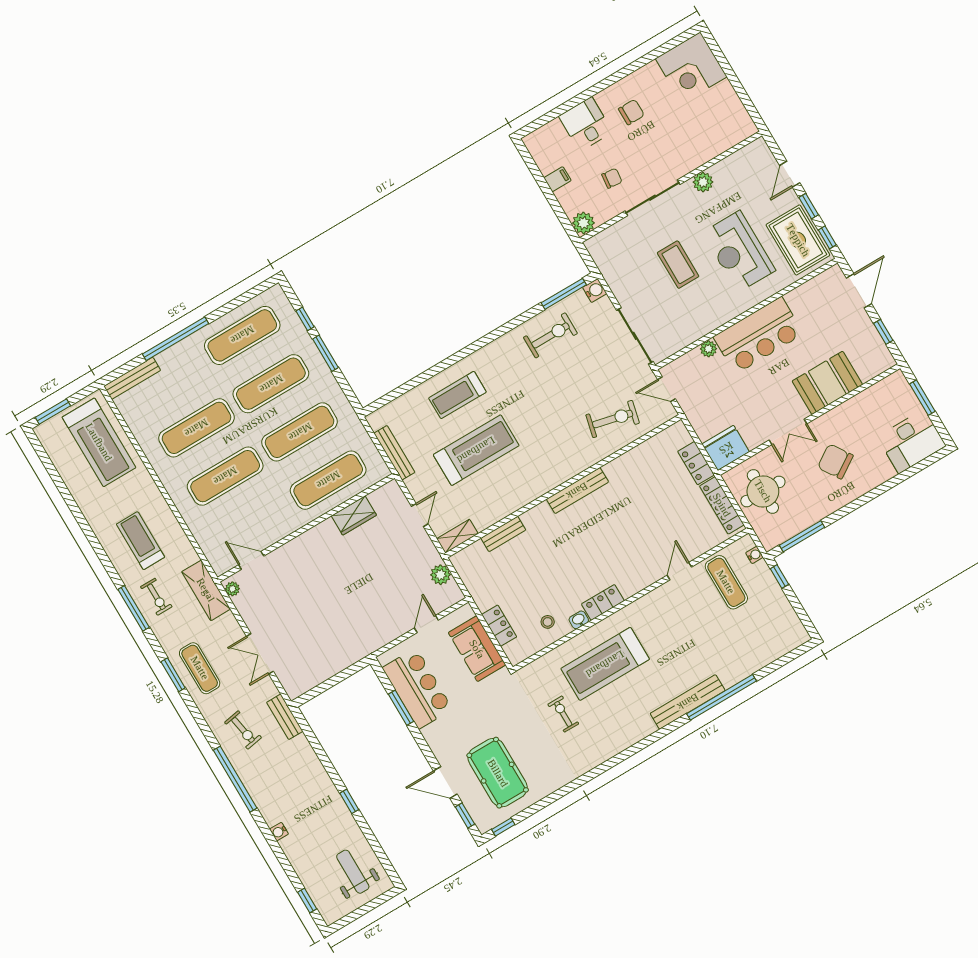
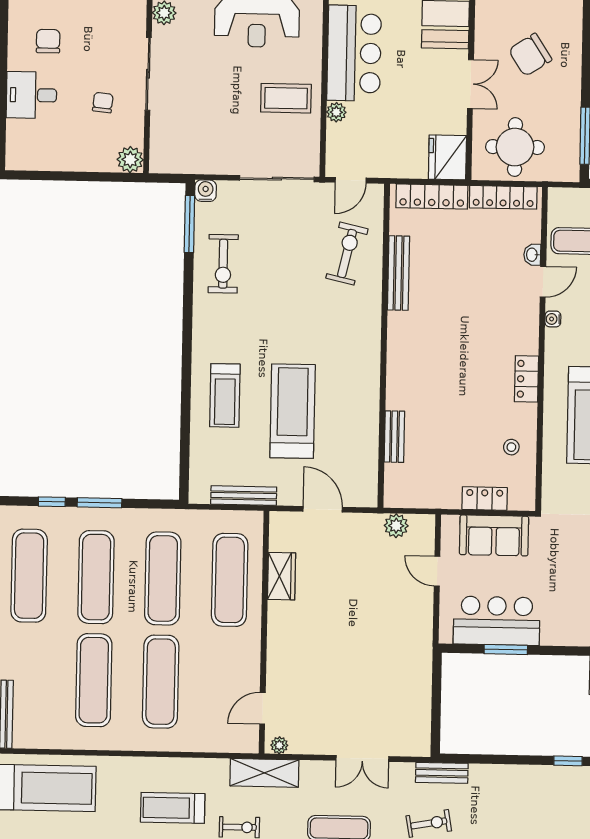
filing cabinet: (557, 179) -> (69, 158), removed
coffee table: (678, 265) -> (286, 98), moved
exercise bike: (550, 335) -> (223, 264), turned 180
locker: (696, 463) -> (432, 197), width x1.53
bench: (577, 491) -> (398, 273), moved
door: (420, 515) -> (323, 509), width x1.37
shelving: (457, 536) -> (368, 484), removed
water cooler: (754, 555) -> (553, 319), moved, turned -90
door: (679, 571) -> (543, 282), swing flipped
washbasin: (579, 620) -> (532, 255), moved

